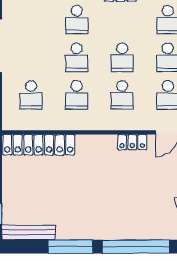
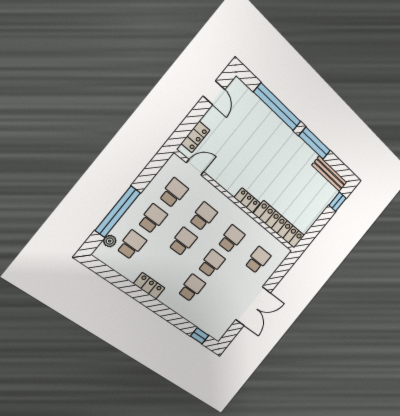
locker: (132, 142) -> (247, 200), moved

